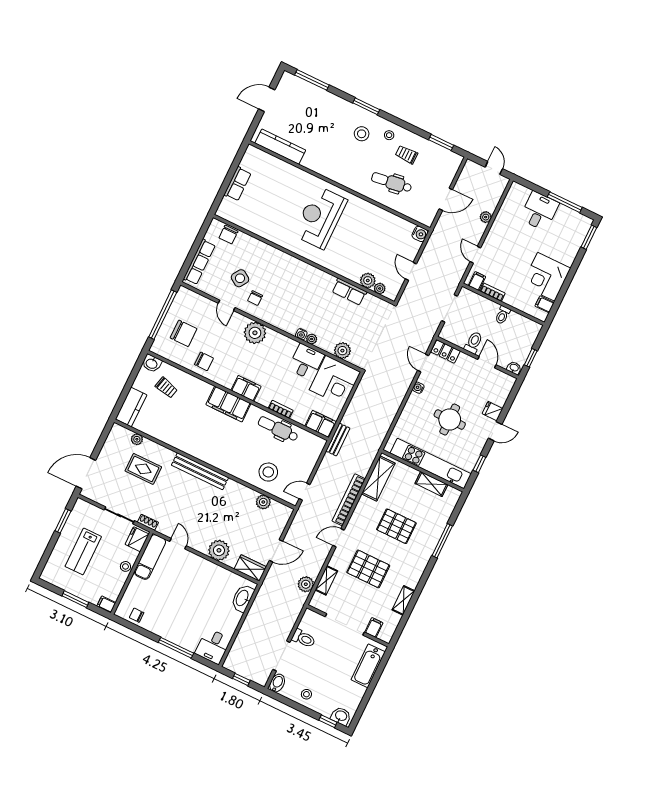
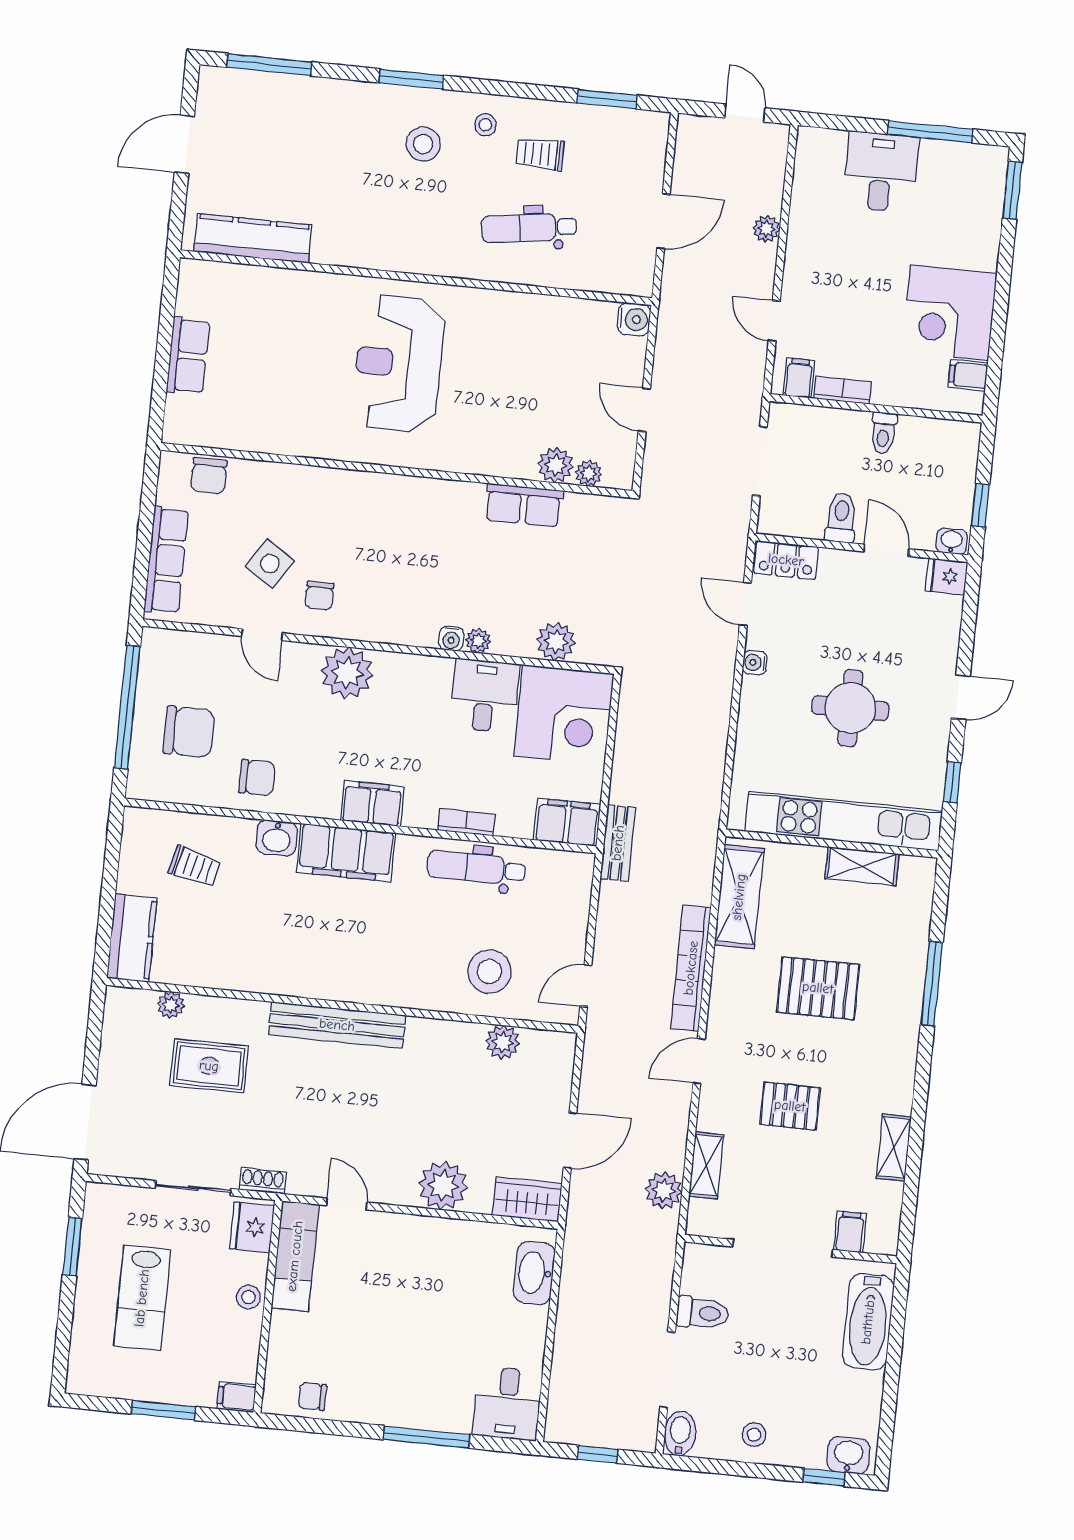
washbasin: (152, 363) -> (277, 838), moved
fridge: (493, 411) -> (947, 576), moved
pallet: (368, 569) -> (790, 1106), width x0.67, depth x0.71

